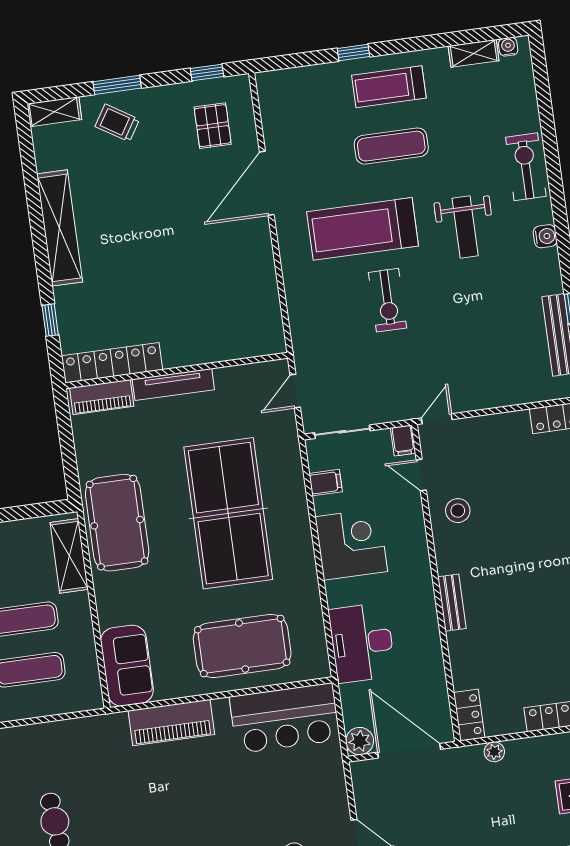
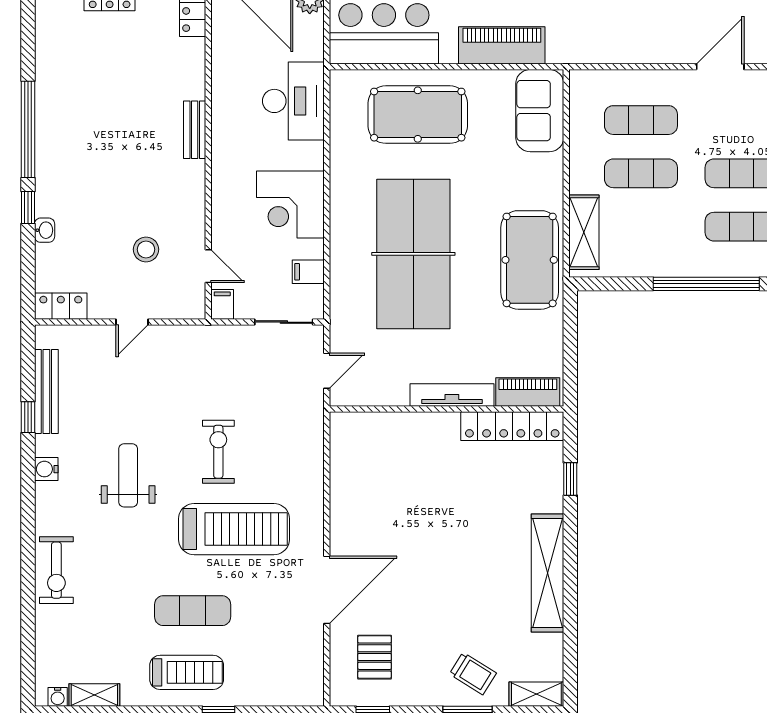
weight bench: (465, 227) -> (128, 475), moved
water cooler: (545, 236) -> (46, 469), moved
door: (437, 419) -> (132, 322), moved
stool: (458, 511) -> (146, 249), moved

